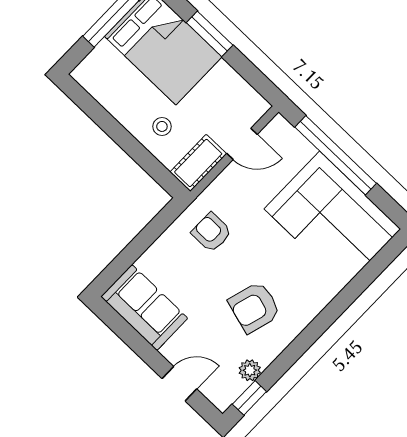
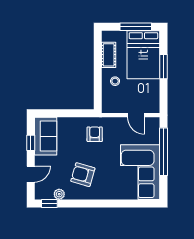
cot: (198, 163) -> (109, 55), moved, turned 90
window: (133, 339) -> (31, 143), added
door: (179, 384) -> (31, 174), hinge flipped

